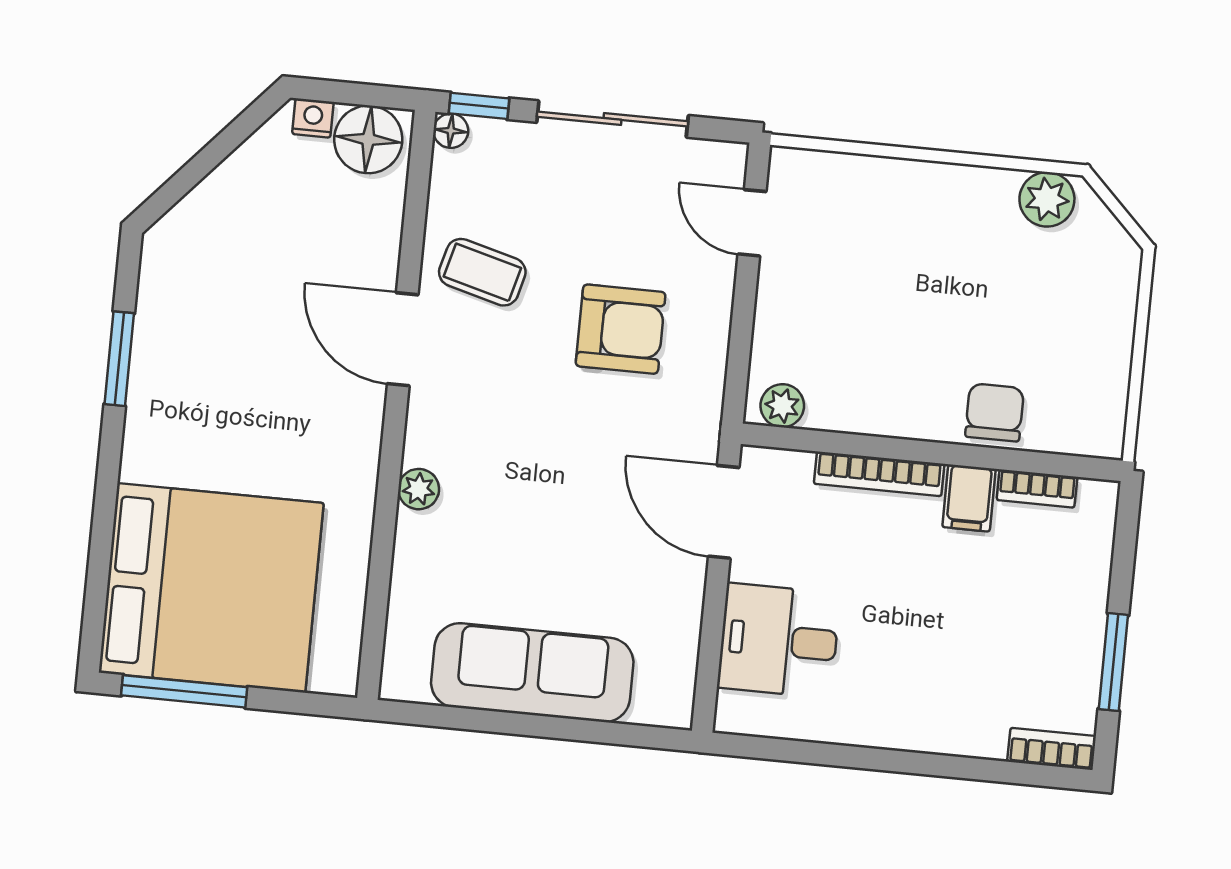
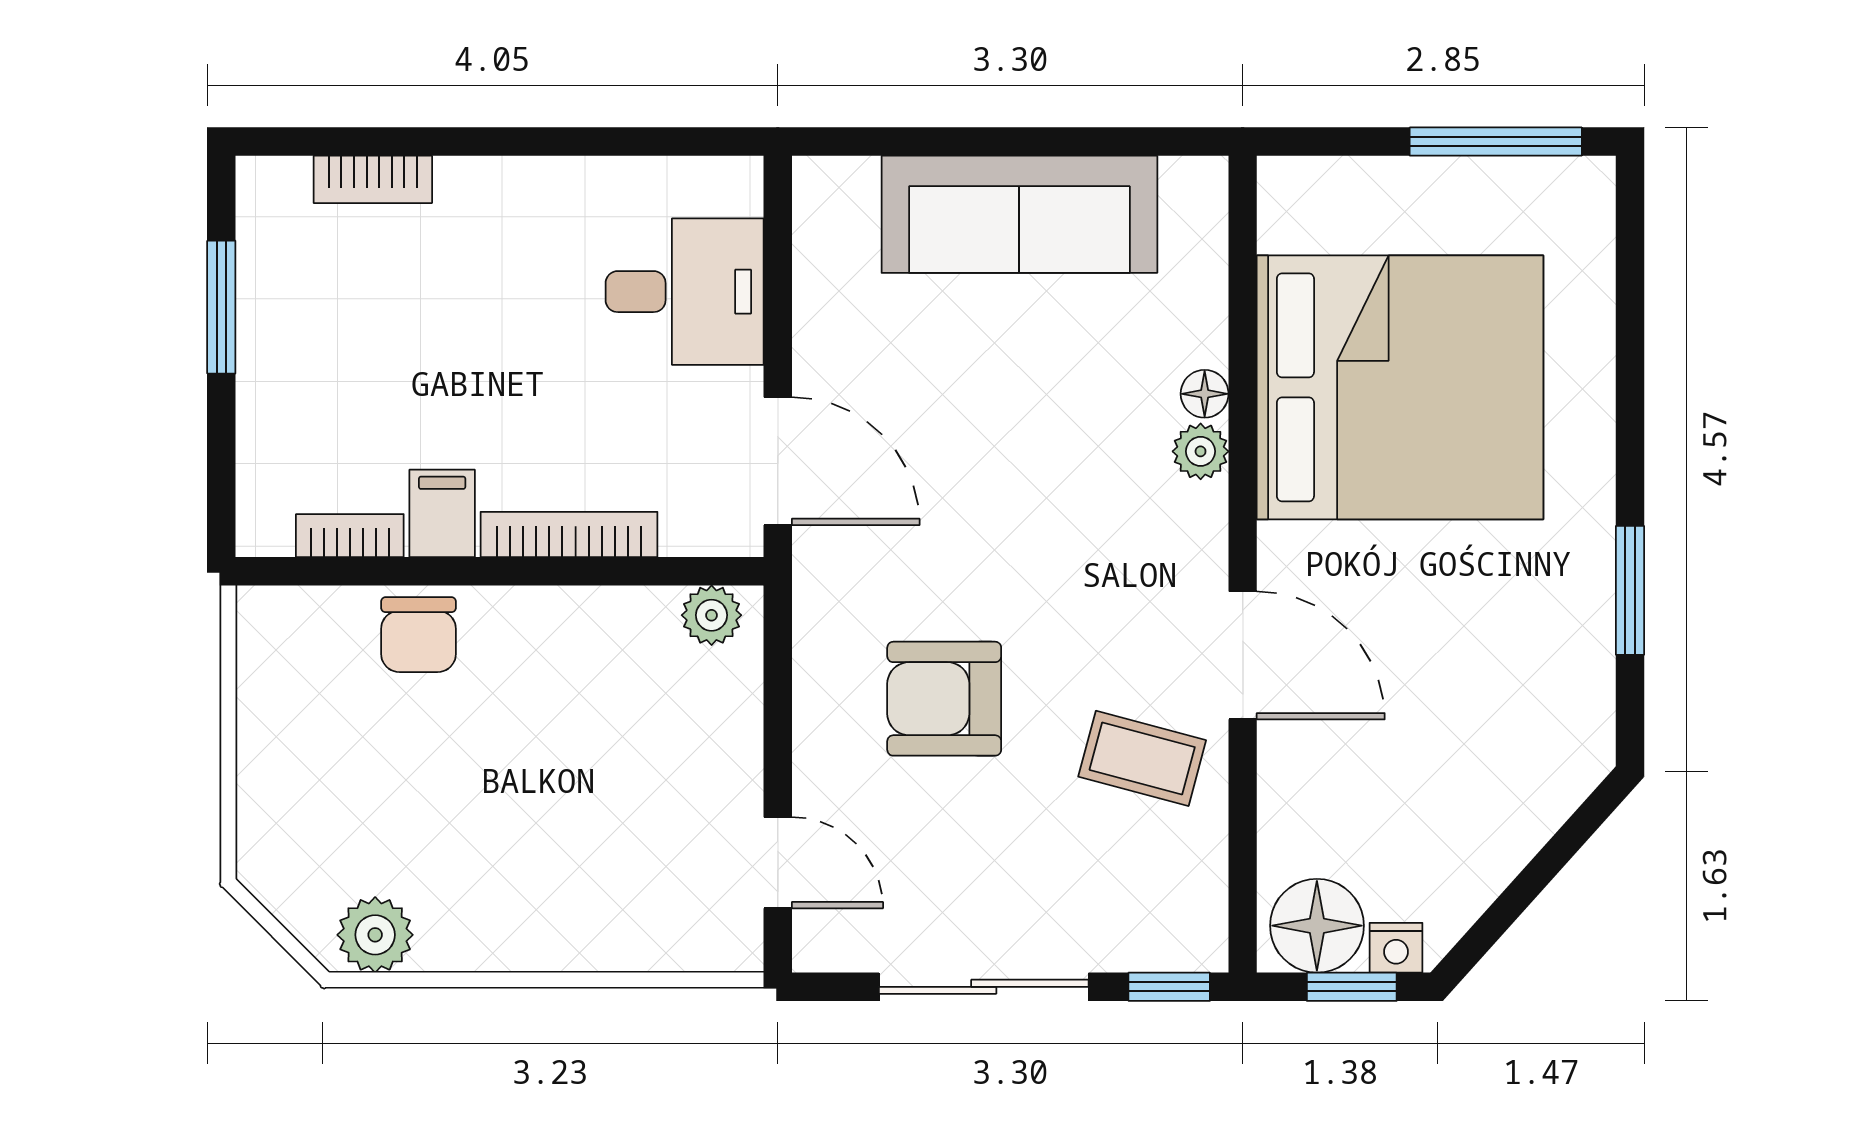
window: (348, 93) -> (1352, 987), added
floor lamp: (451, 131) -> (1205, 394), moved
bed: (211, 588) -> (1400, 387), moved, turned 180
bookcase: (1052, 749) -> (373, 179), moved

